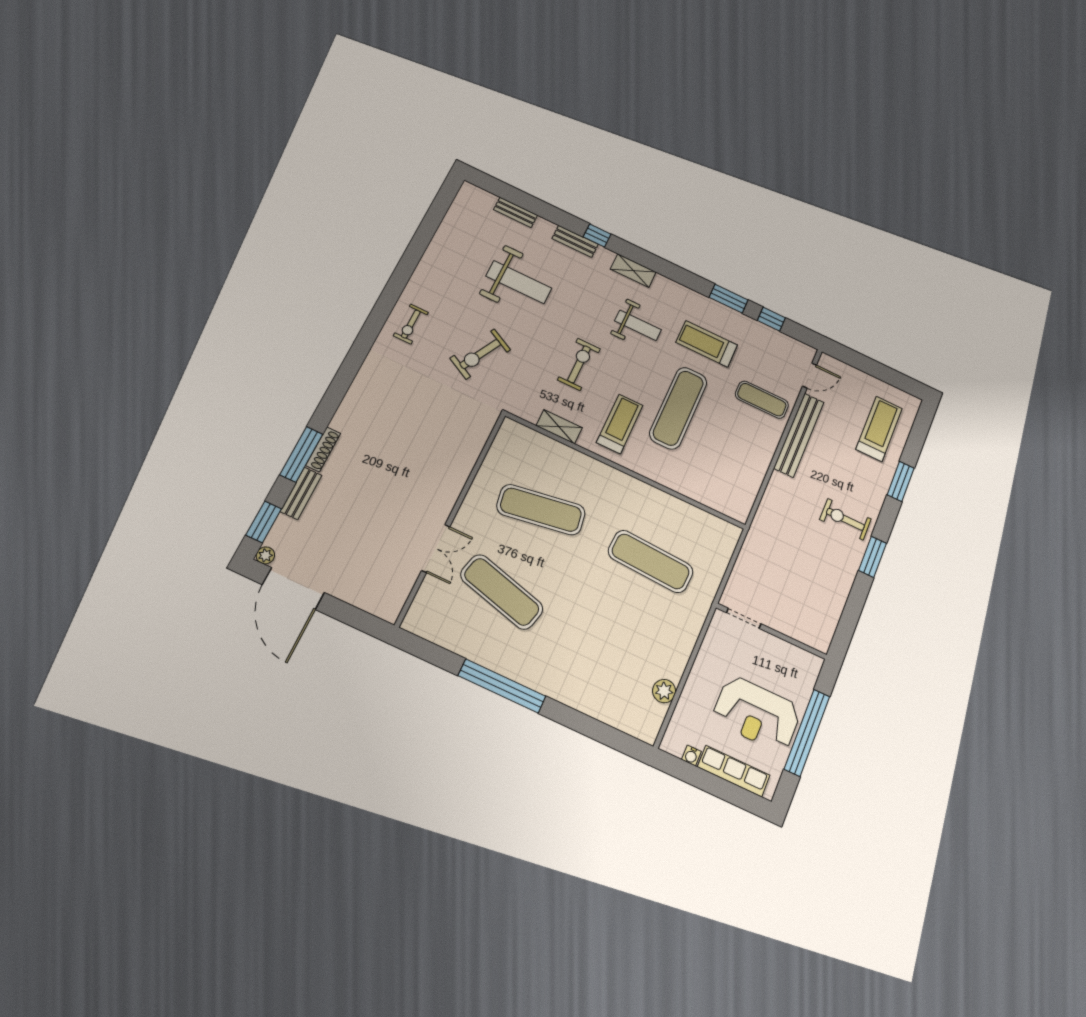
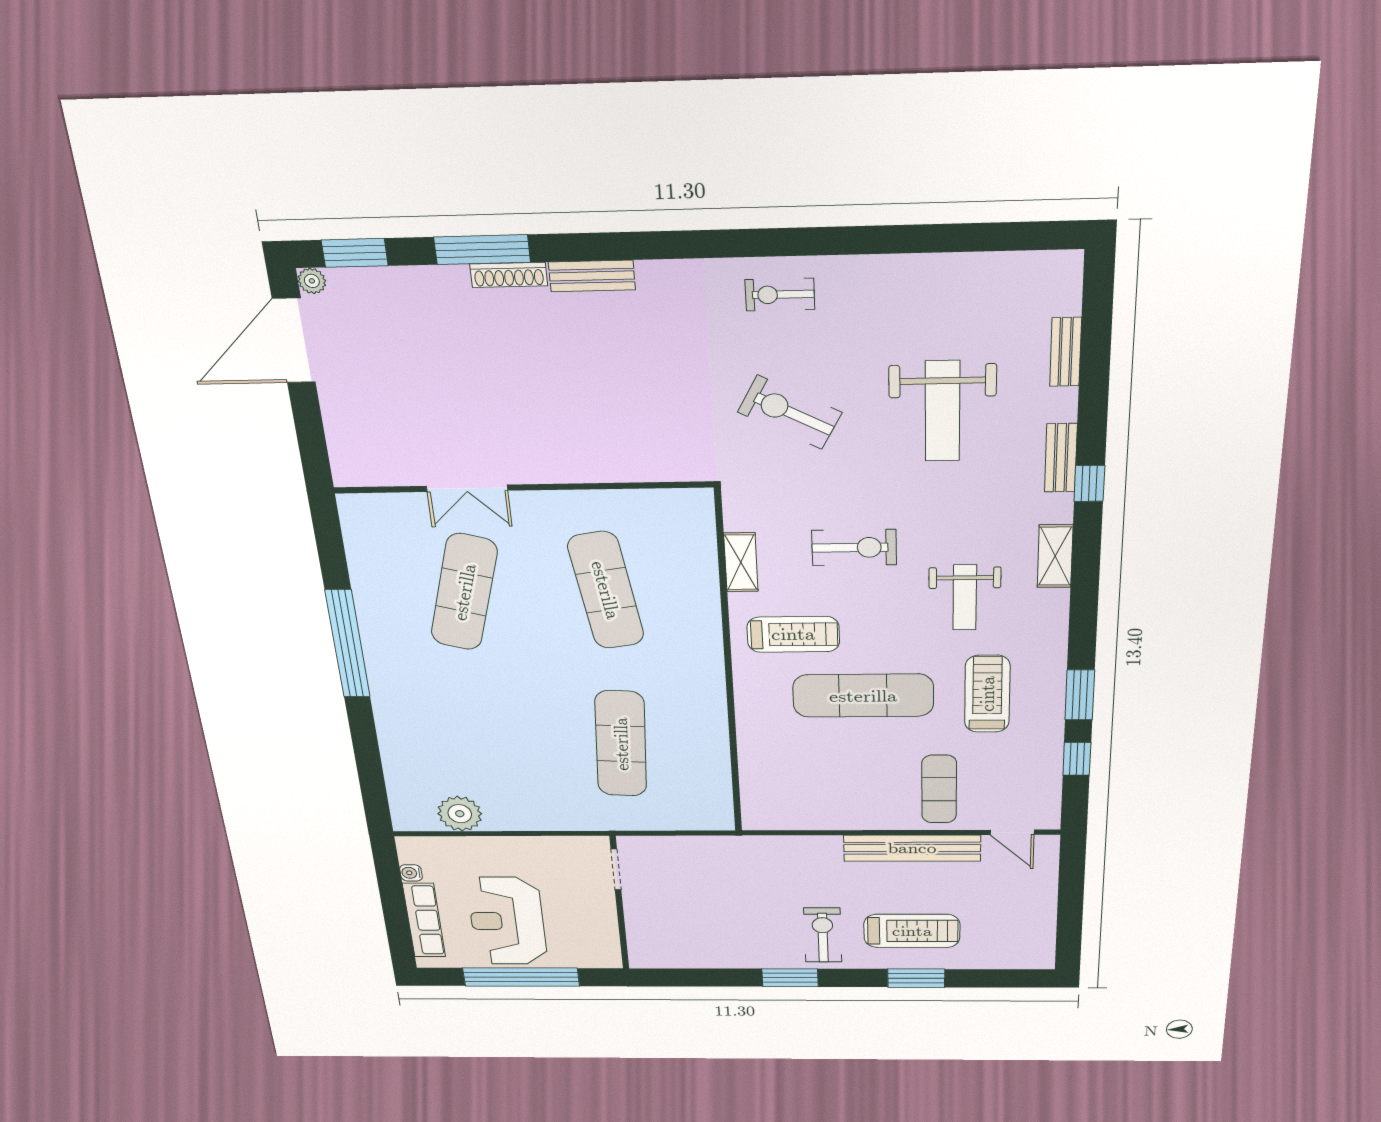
treadmill: (879, 429) -> (912, 931), moved
bench: (301, 493) -> (592, 276), moved
plant: (664, 691) -> (460, 814), width x1.36, depth x1.36

